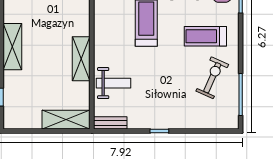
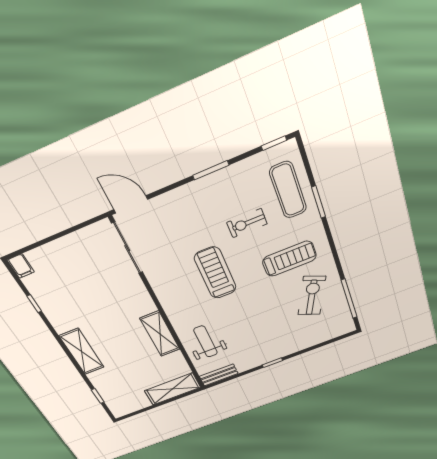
treadmill: (205, 36) -> (289, 259), turned 180
weight bench: (113, 83) -> (206, 342), turned -90

